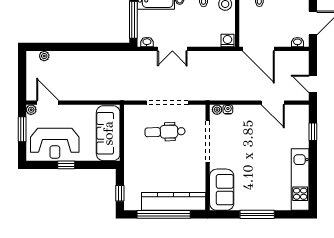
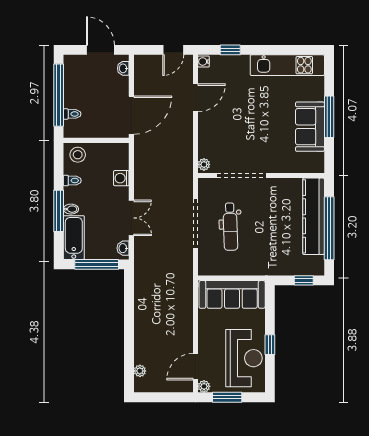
washing machine: (228, 41) -> (121, 178), moved
water cooler: (228, 109) -> (204, 62), moved
sofa: (222, 190) -> (310, 127), moved, turned -90

